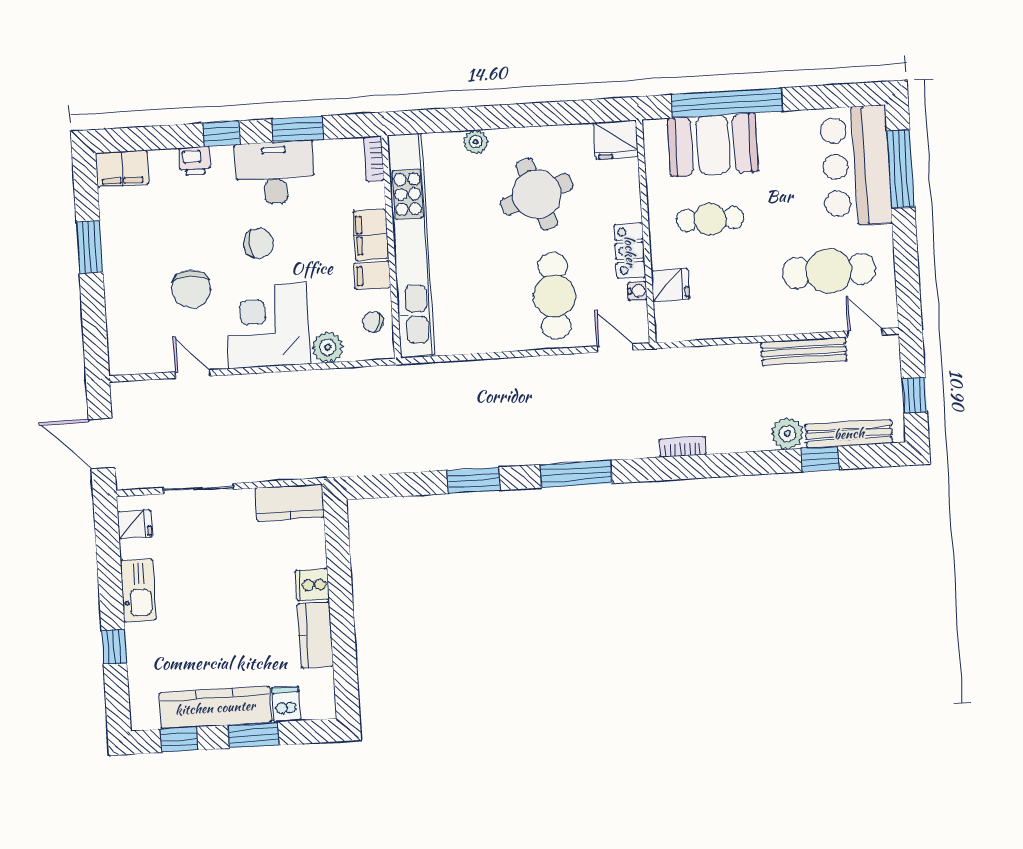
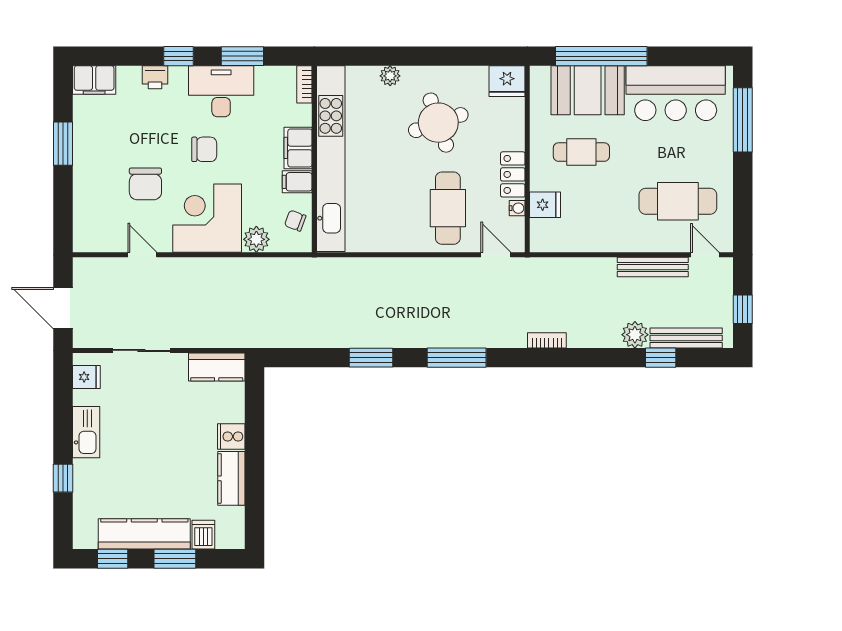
bar counter: (856, 166) -> (676, 93), moved, turned -90

